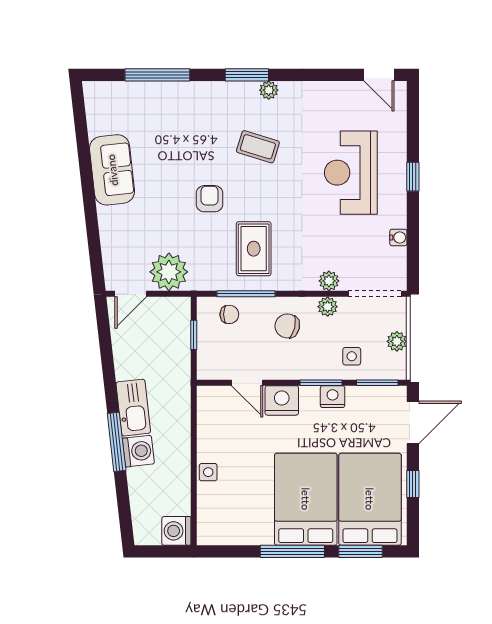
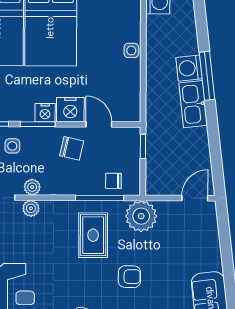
armchair: (210, 199) -> (129, 277), turned -90
plant: (169, 272) -> (141, 216), moved
chair: (287, 326) -> (72, 148), moved
window: (194, 335) -> (143, 147), moved
nightstand: (333, 397) -> (45, 113), moved

